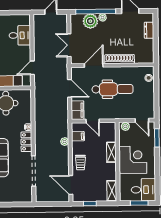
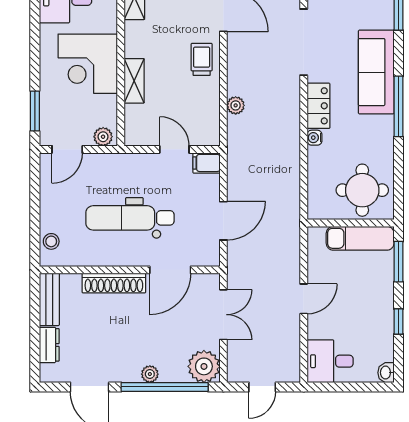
plant: (90, 21) -> (204, 366), moved
desk: (20, 35) -> (330, 361), moved
bench: (149, 51) -> (49, 299), added
door: (32, 68) -> (304, 299), moved
door: (70, 88) -> (223, 221), swing flipped
filing cabinet: (78, 110) -> (206, 163), width x0.50
door: (142, 120) -> (67, 149), swing flipped
filing cabinet: (78, 136) -> (206, 117), removed

